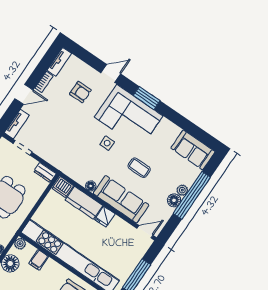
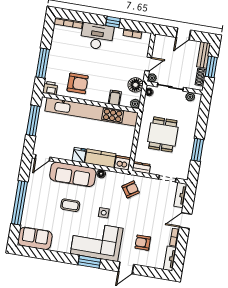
armchair: (67, 155) -> (131, 189), added
plant: (182, 190) -> (29, 203), removed
floor lamp: (174, 200) -> (31, 192), removed

